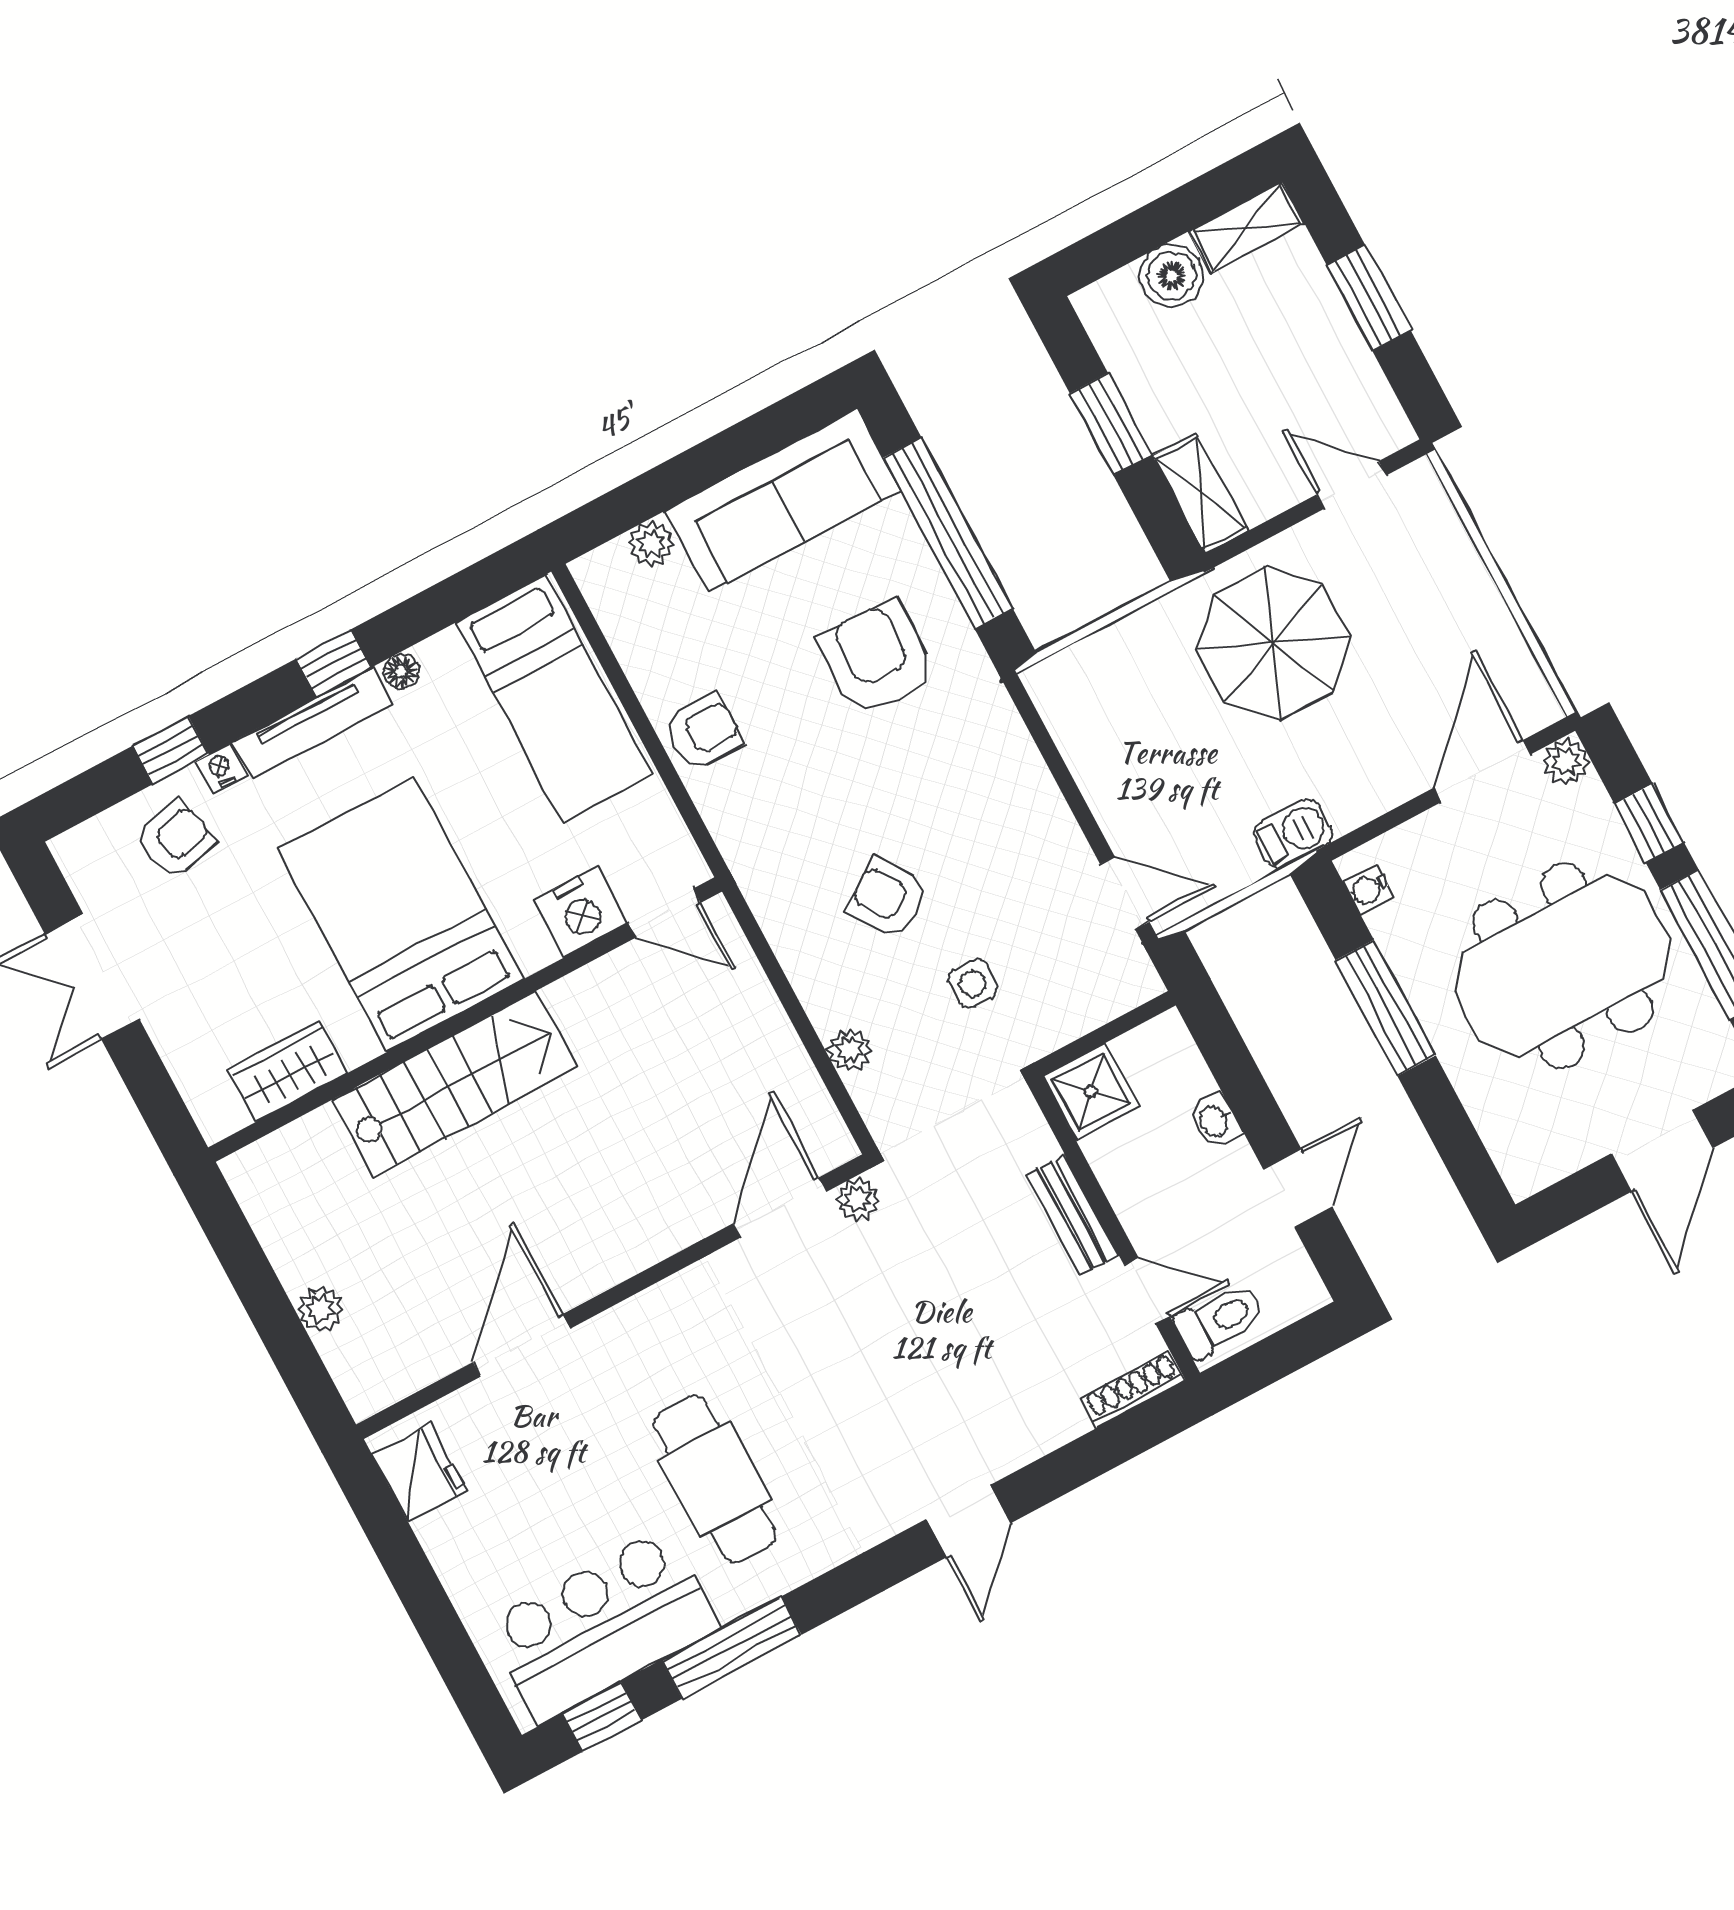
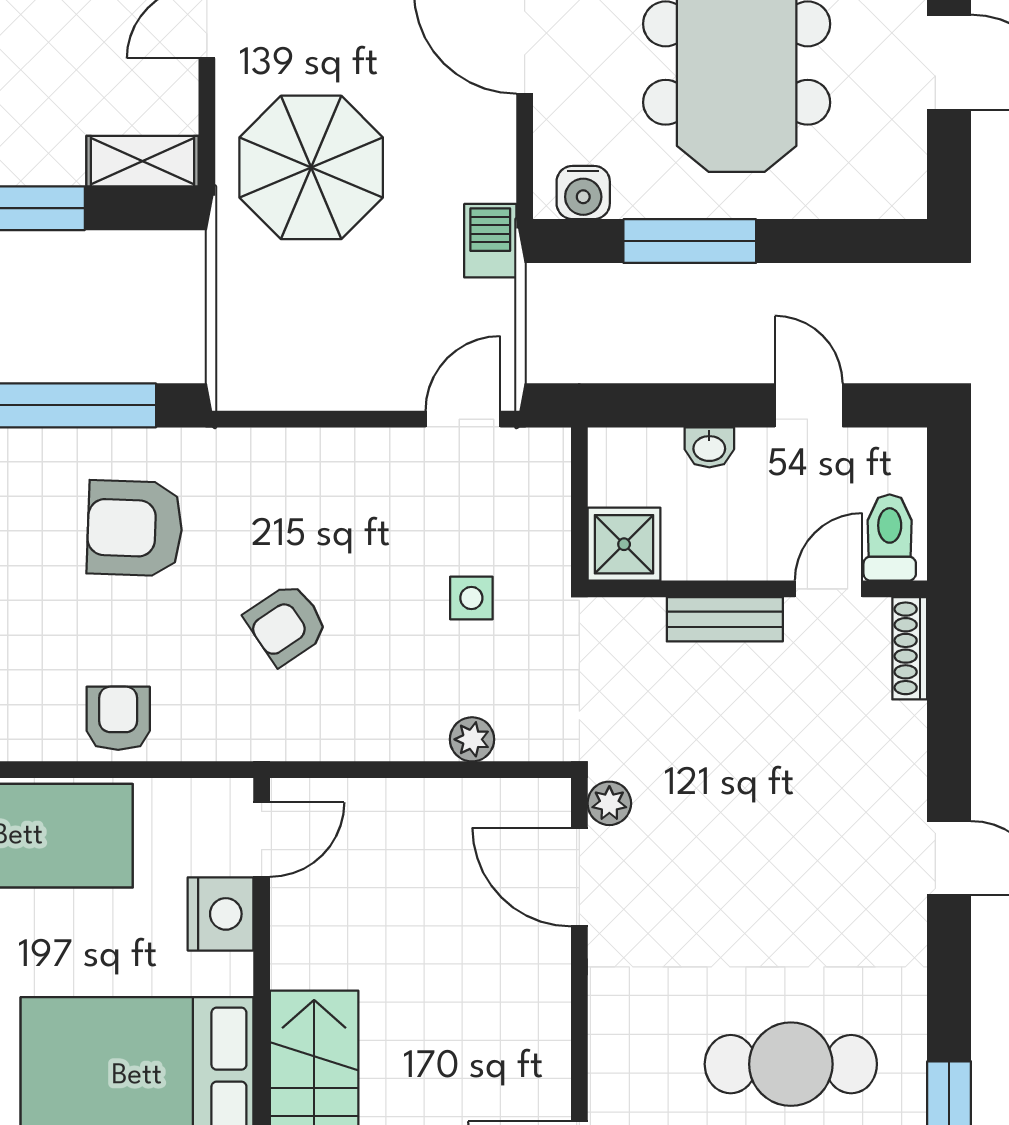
water cooler: (1368, 889) -> (583, 192), width x1.38, depth x1.38
armchair: (888, 898) -> (286, 624), moved

